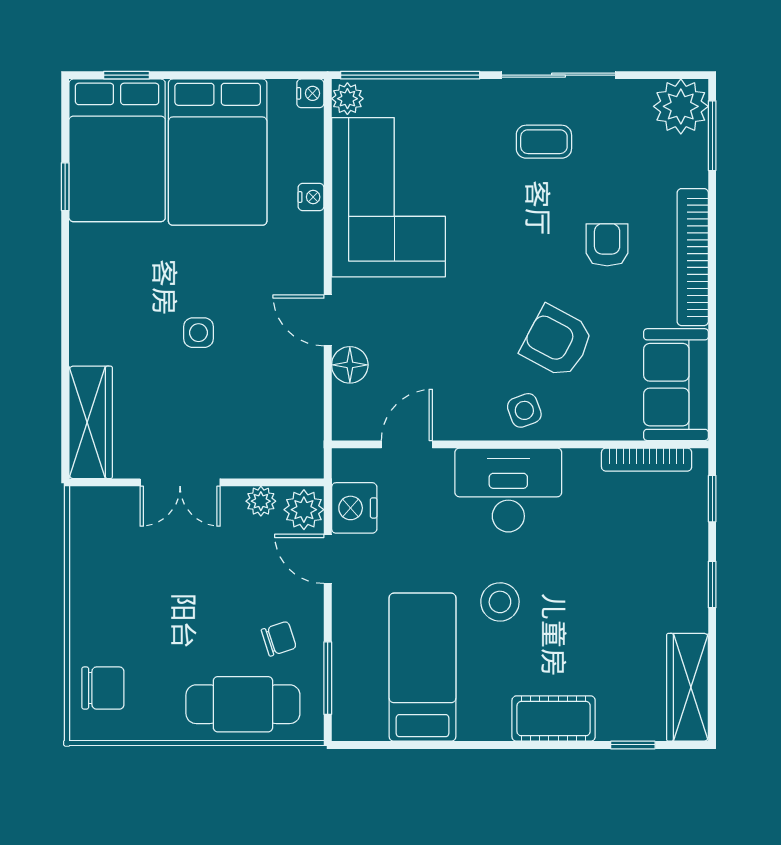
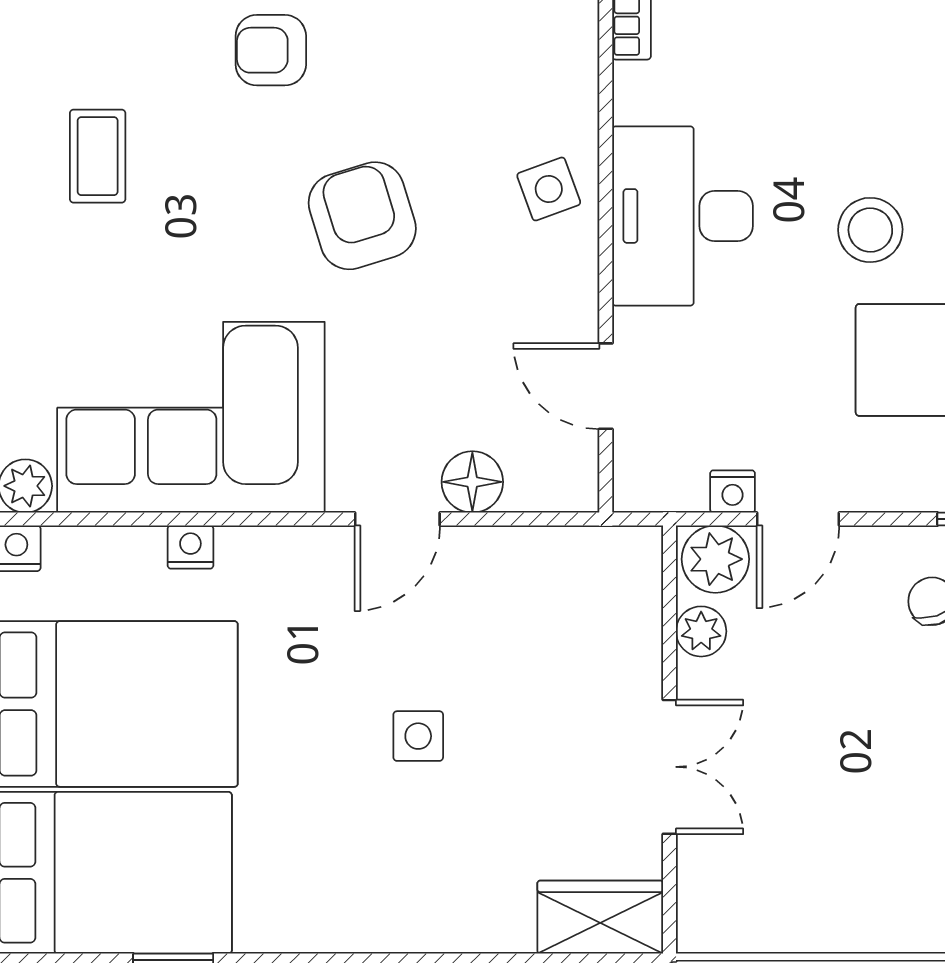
armchair: (557, 341) -> (362, 216), moved, turned 135
wardrobe: (91, 422) -> (600, 917), width x0.67
nightstand: (354, 508) -> (733, 492), width x0.53, depth x0.56

